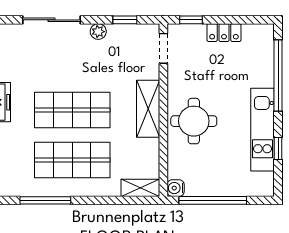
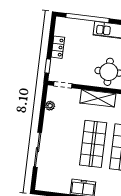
window: (125, 20) -> (43, 106), removed
plant: (98, 32) -> (50, 106), moved

